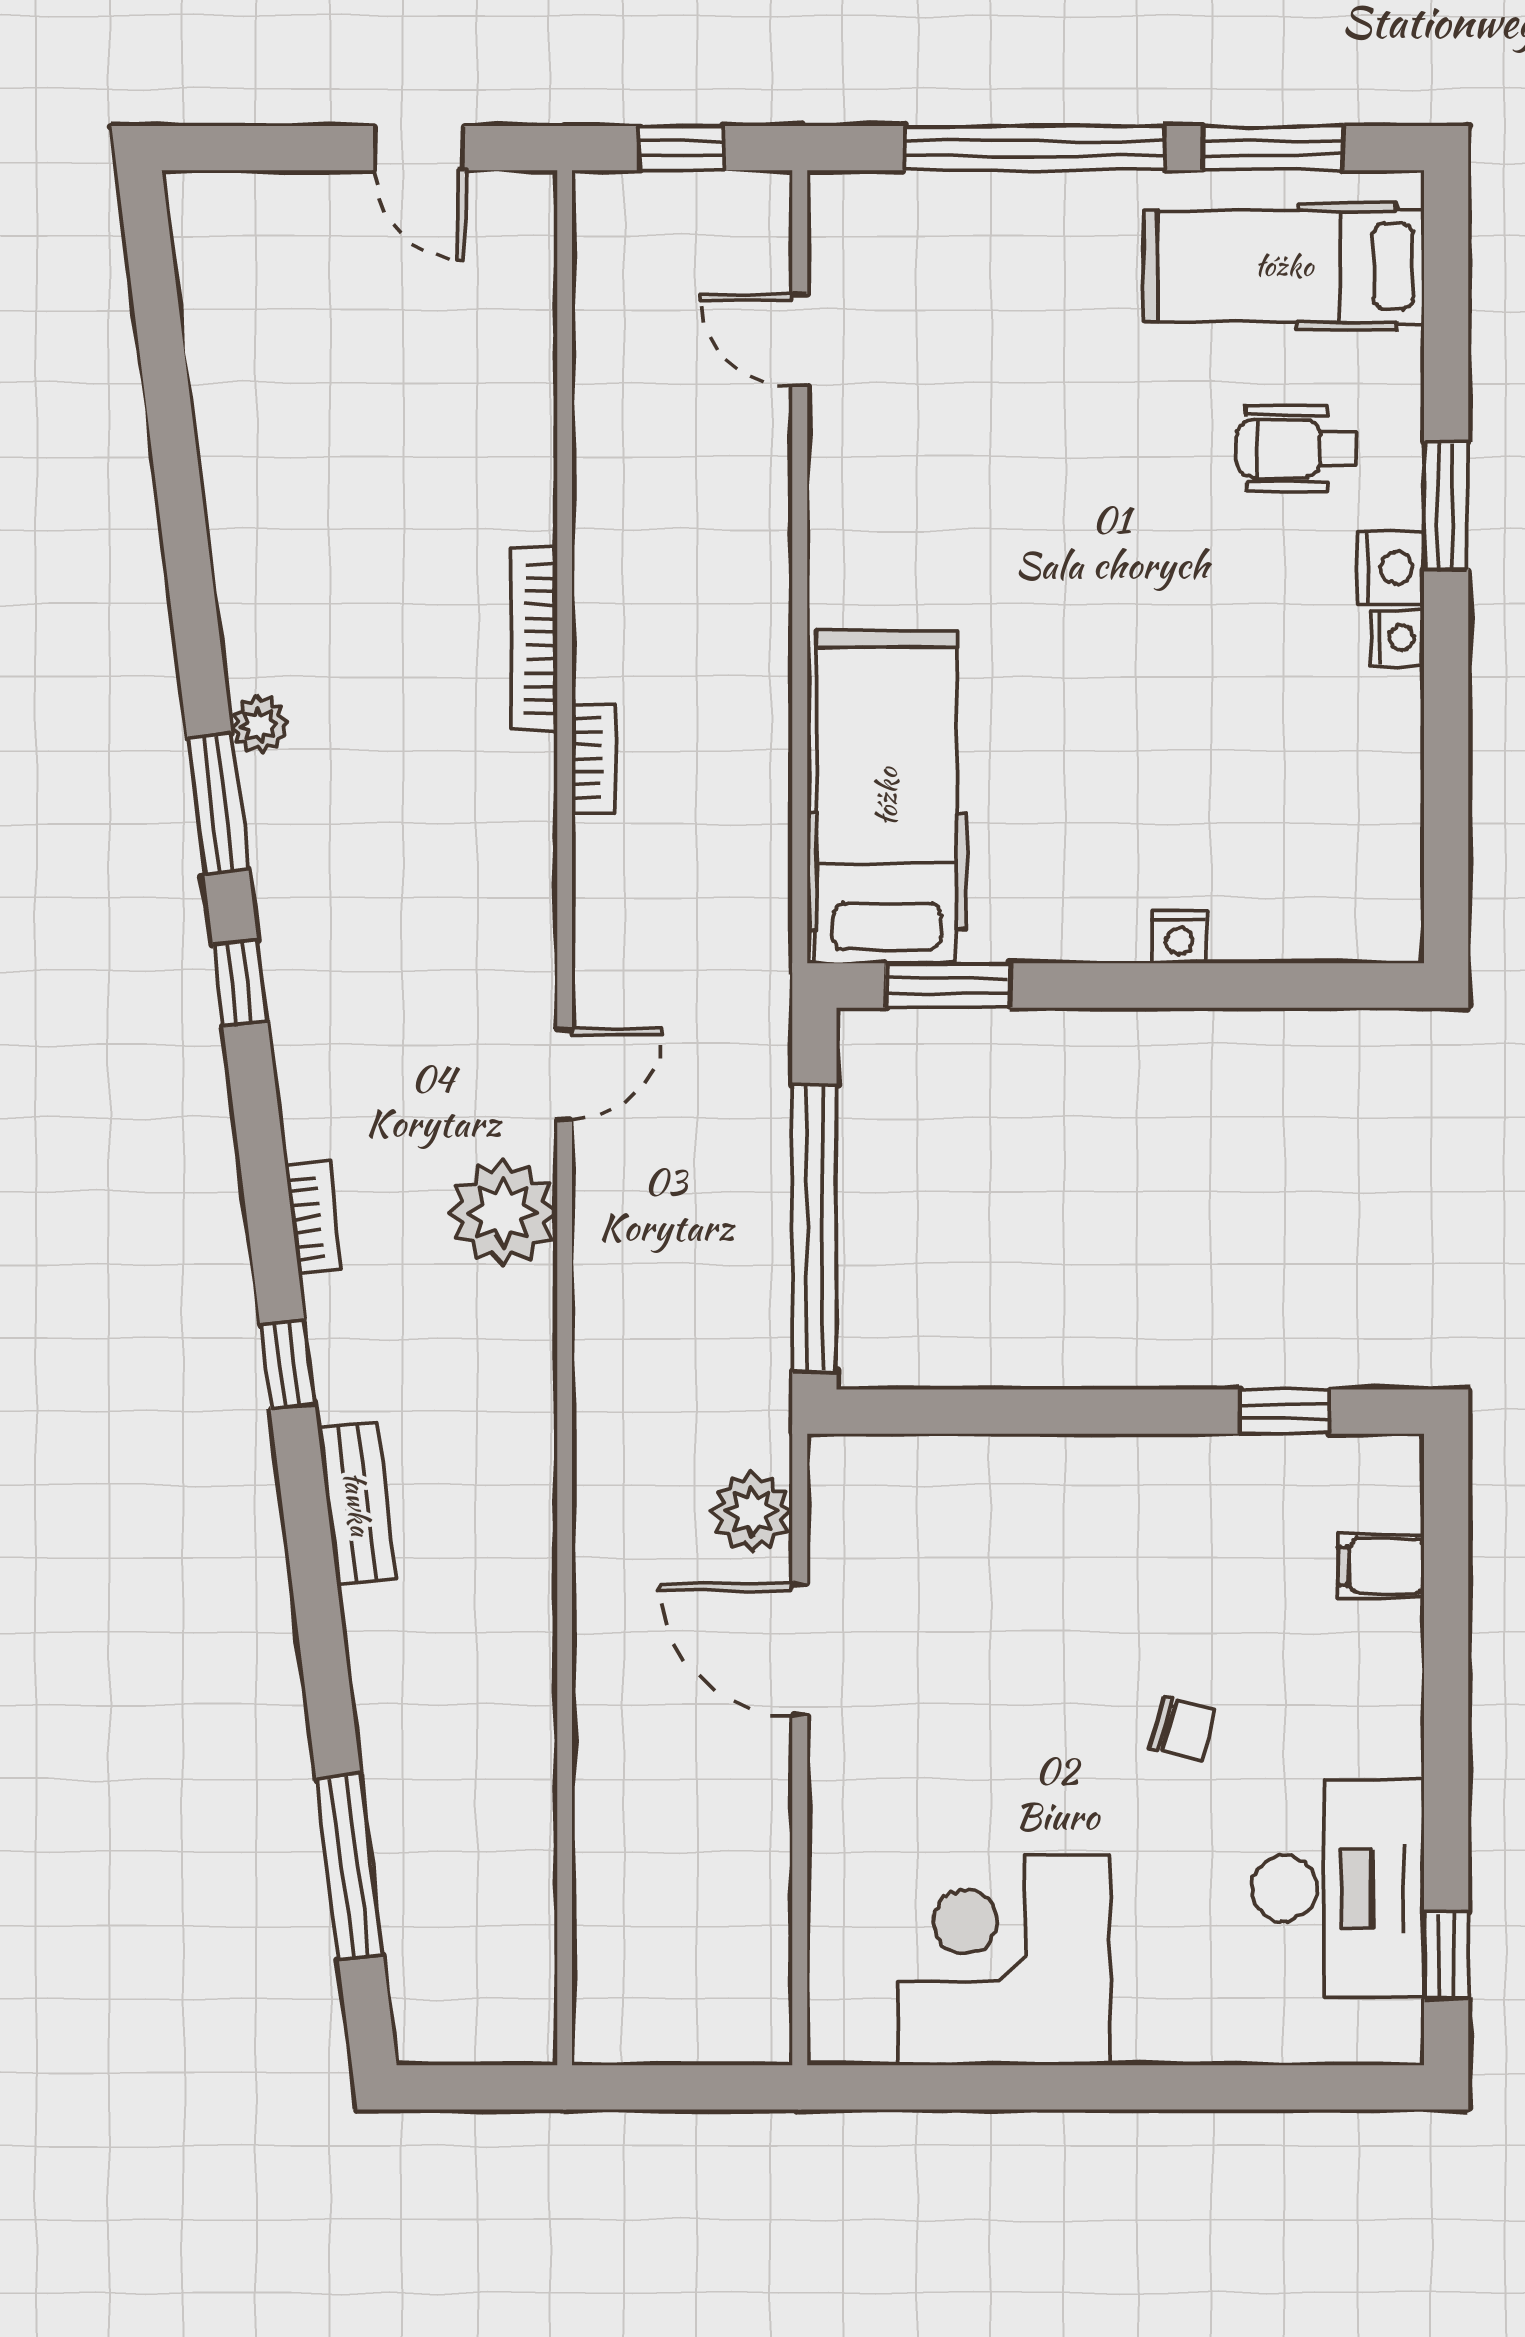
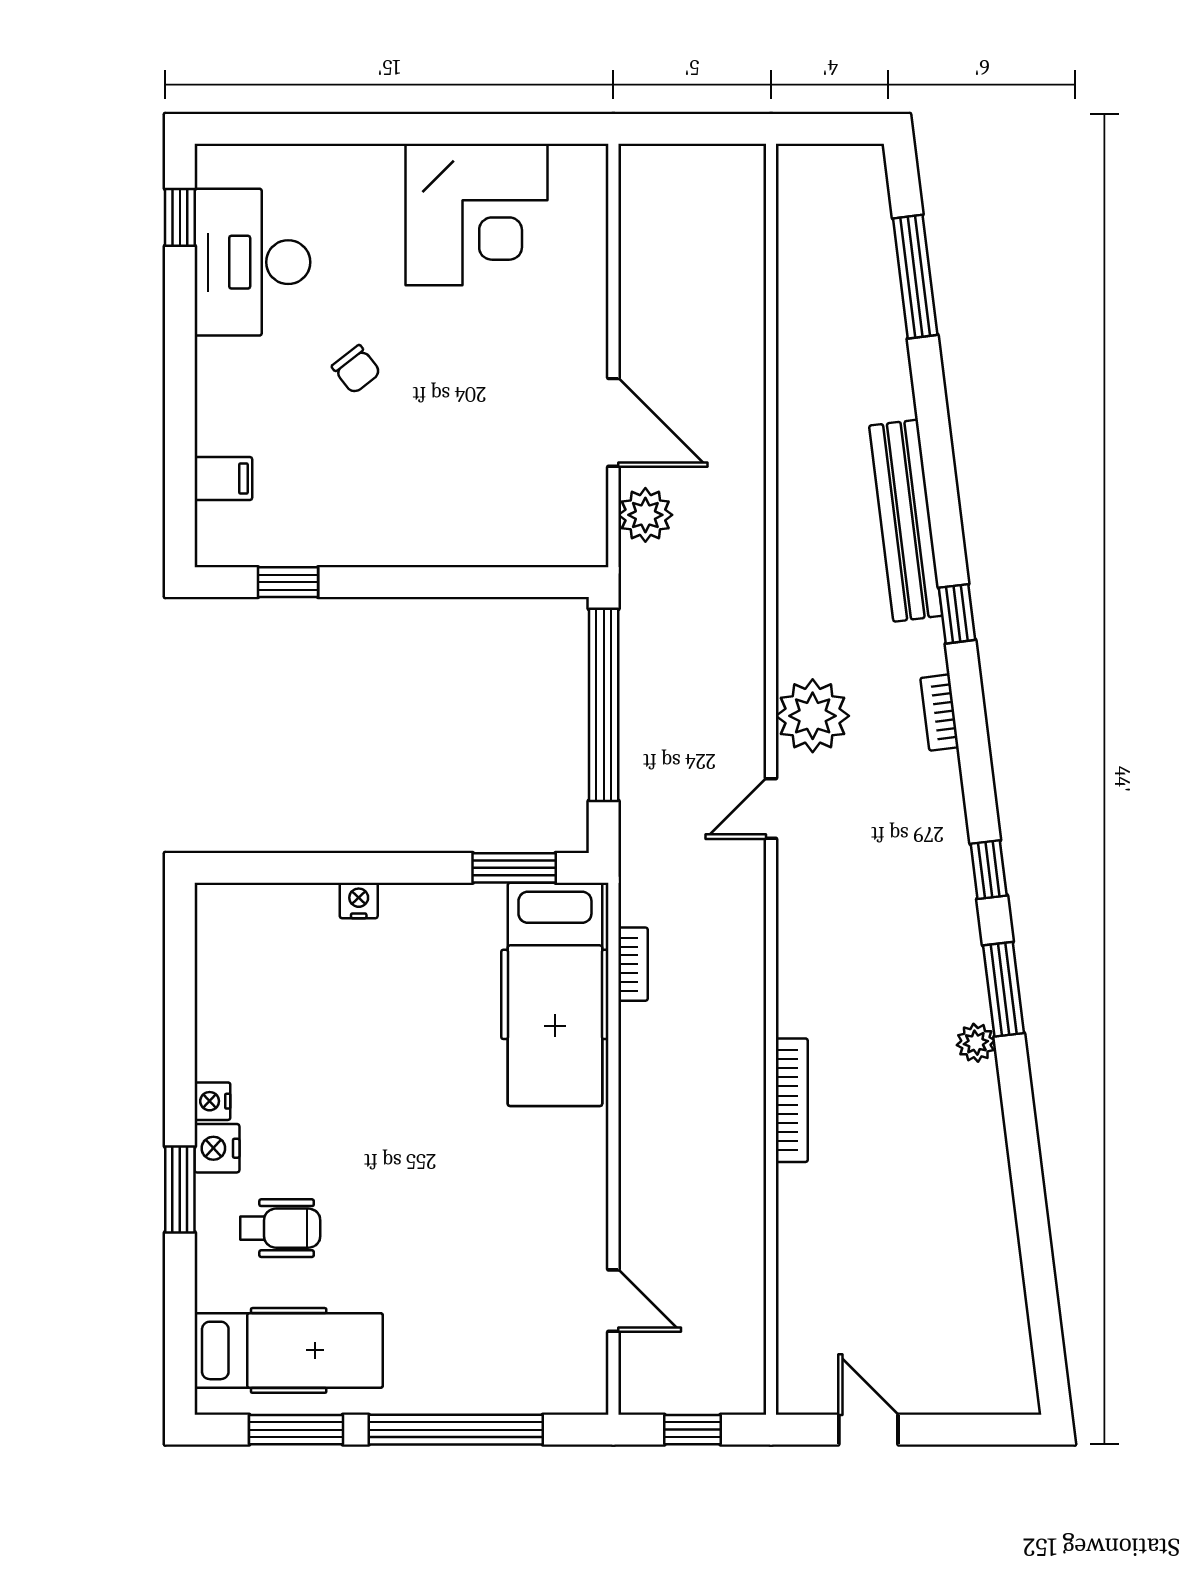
bookcase: (594, 758) -> (633, 964), moved, turned 180
bench: (357, 1504) -> (906, 521), width x1.86, depth x1.21
chair: (1183, 1729) -> (356, 369), turned -143

